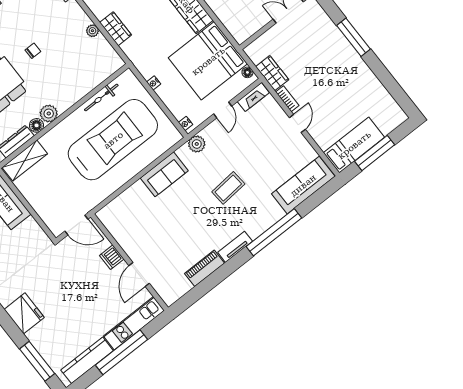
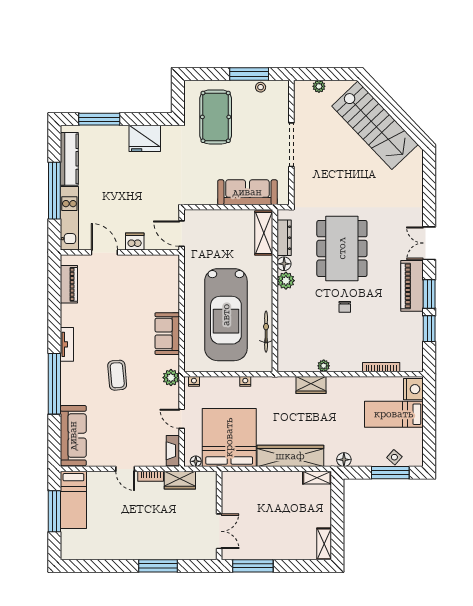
door: (76, 225) -> (182, 234), hinge flipped
piano: (205, 268) -> (69, 284), moved

